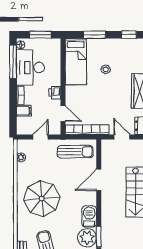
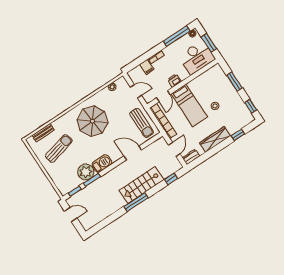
bed: (76, 61) -> (189, 105), moved, turned -90
desk: (30, 67) -> (197, 57), moved, turned 180

